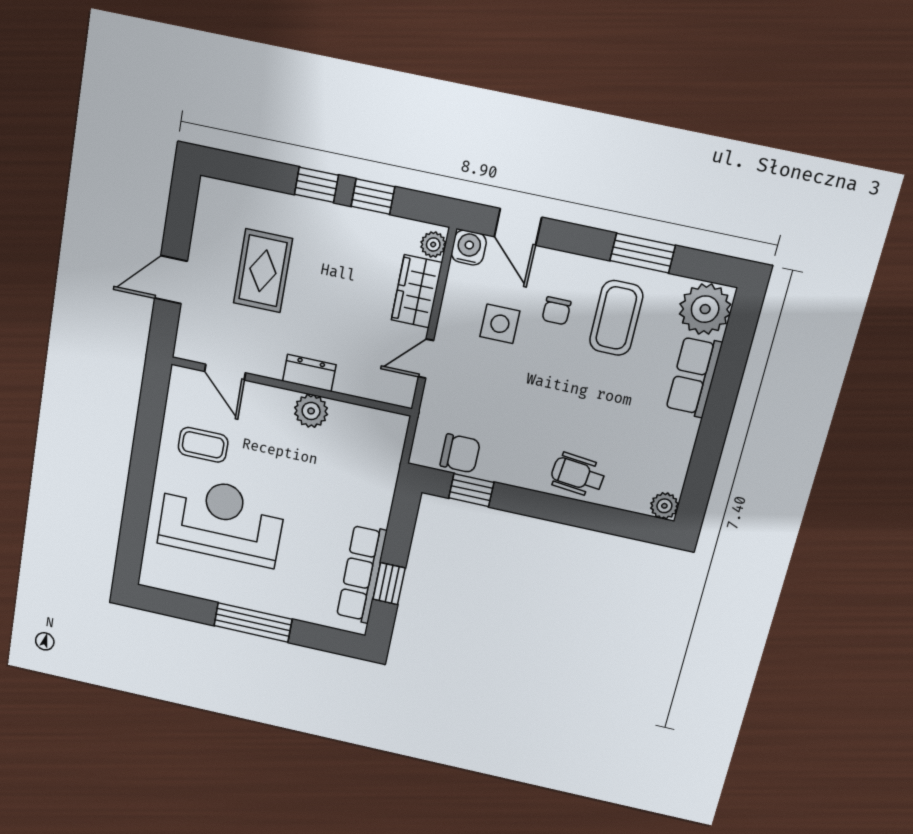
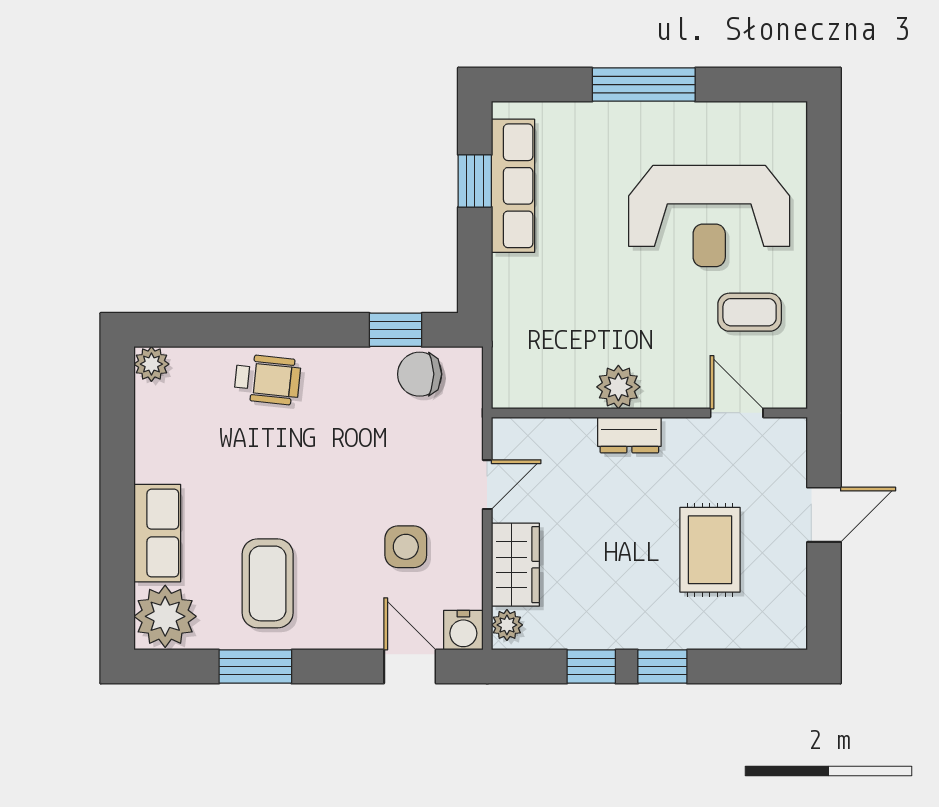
chair: (556, 311) -> (341, 577), removed

